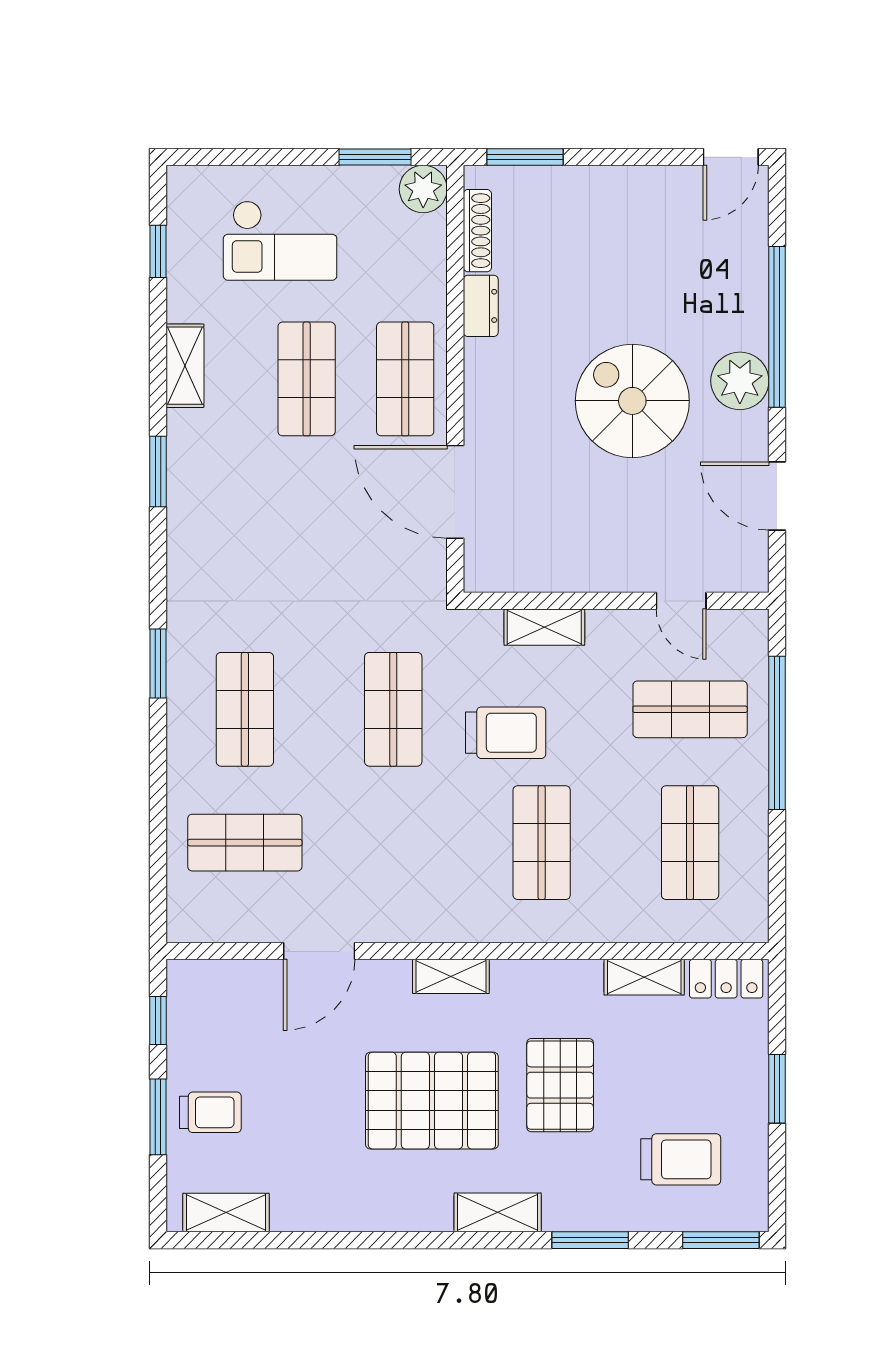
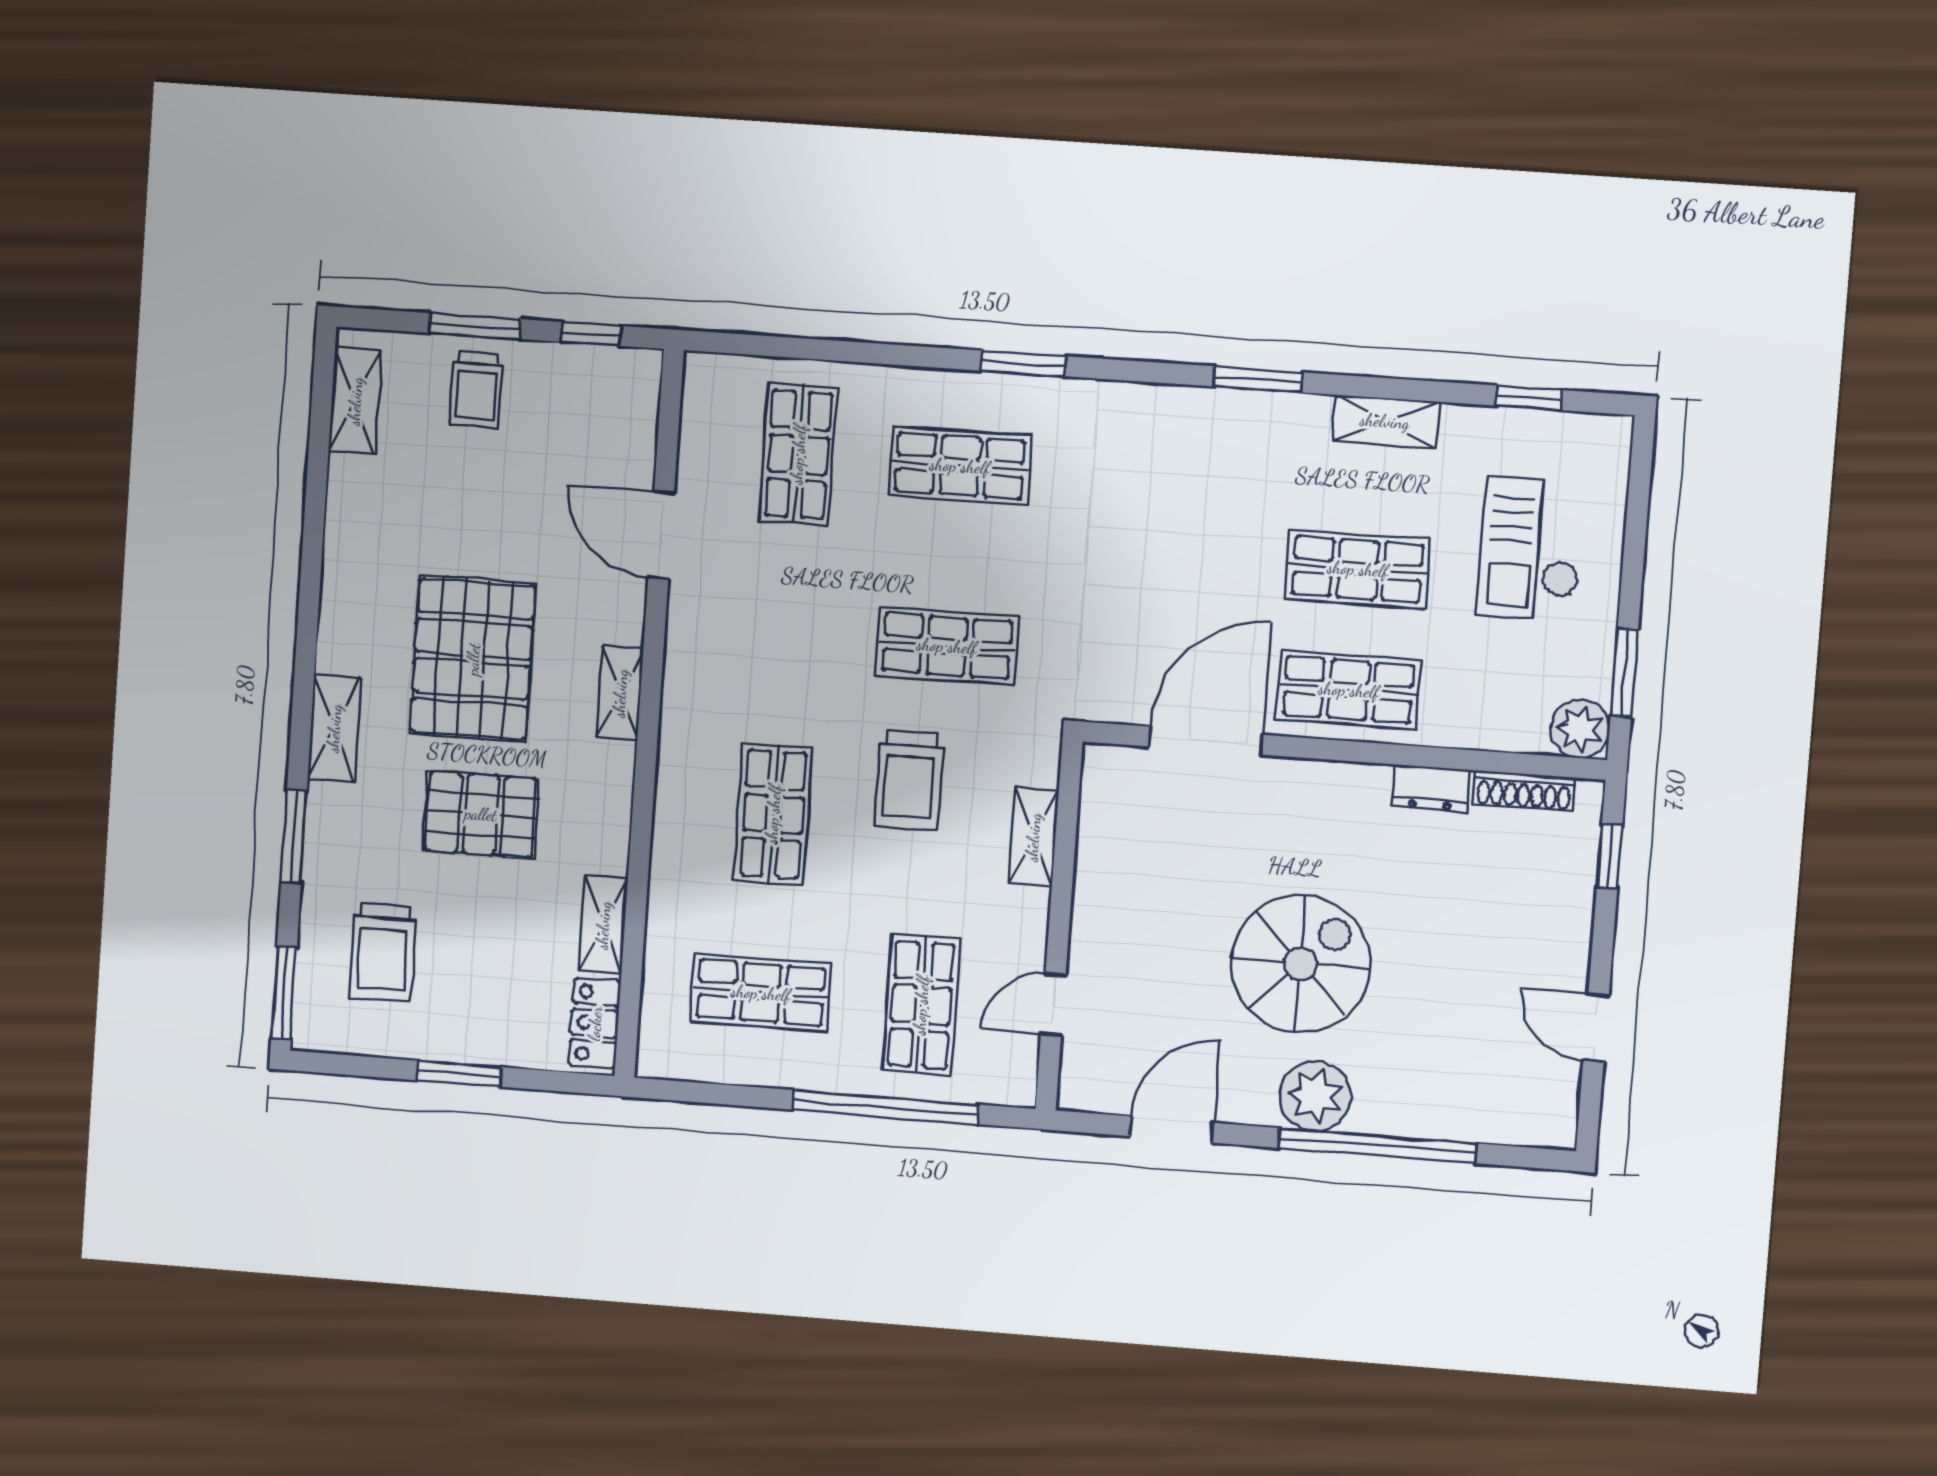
window: (525, 157) -> (1610, 856), width x0.67
door: (731, 157) -> (1596, 1028), moved
shop shelf: (542, 843) -> (773, 814), turned 90

